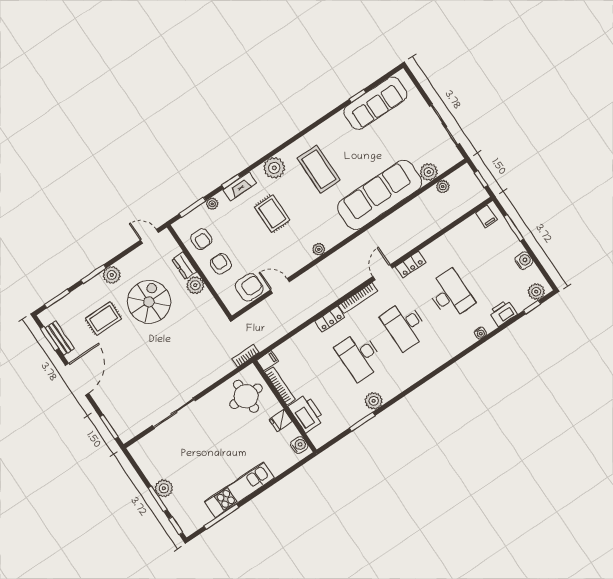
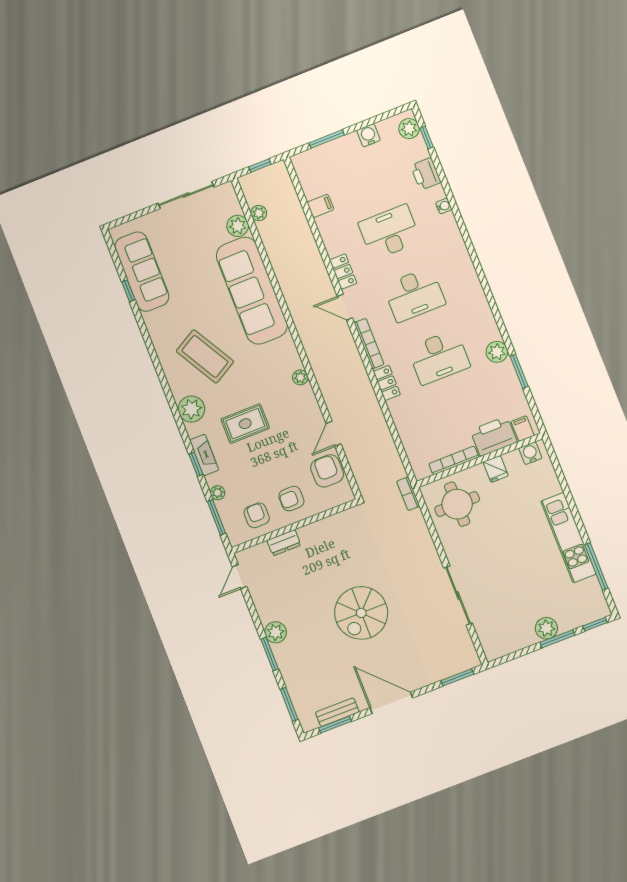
coffee table: (319, 169) -> (205, 356), turned 60
filing cabinet: (486, 216) -> (320, 206), moved
armchair: (201, 239) -> (257, 515), turned -90
plant: (195, 285) -> (310, 535), removed
spiral stairs: (149, 302) -> (361, 613), moved, turned -90
rug: (103, 318) -> (325, 654), removed
filing cabinet: (268, 361) -> (523, 429), moved

